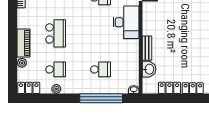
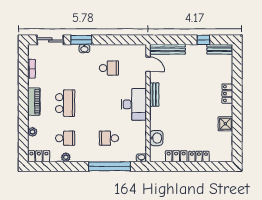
desk: (126, 22) -> (134, 104), moved
piano: (24, 43) -> (34, 102), moved
bench: (147, 48) -> (154, 95), moved
school desk: (101, 69) -> (109, 138), turned 180

